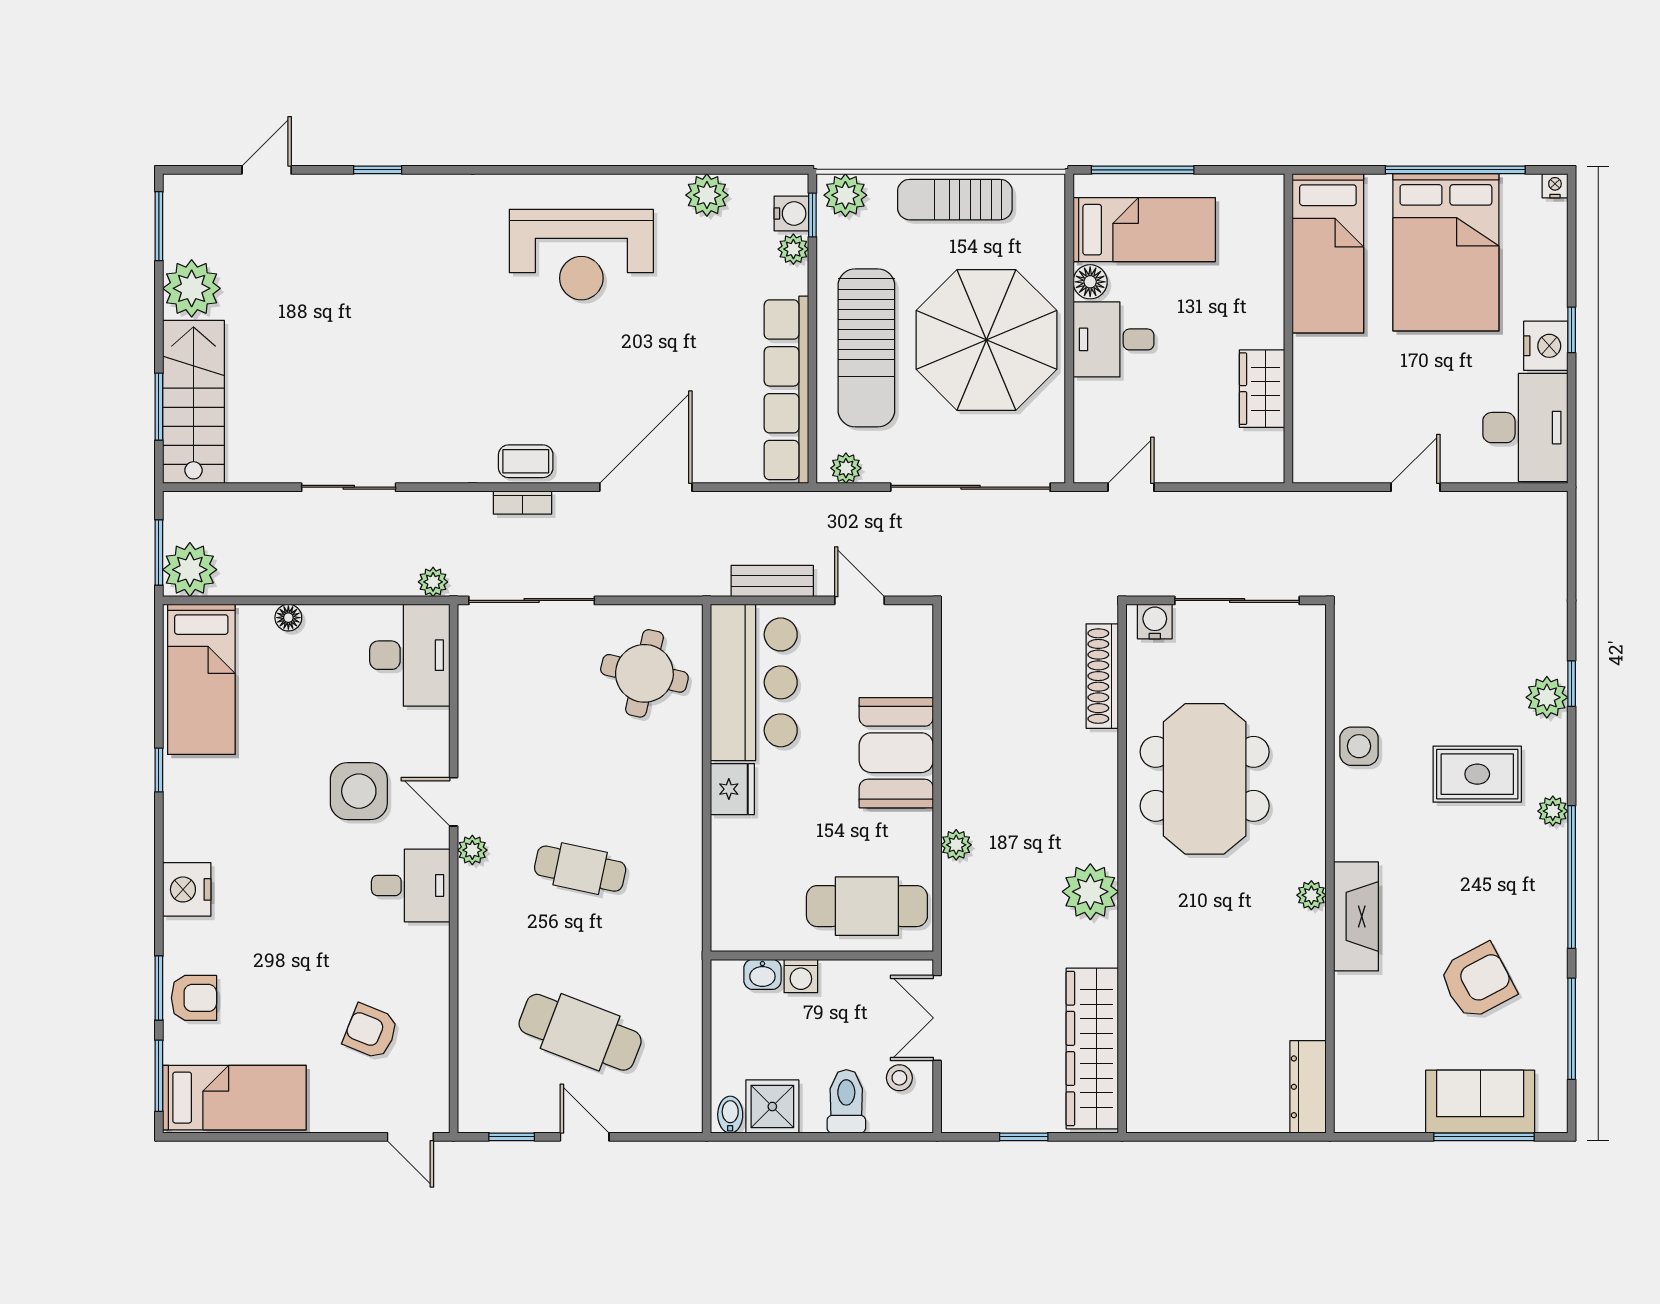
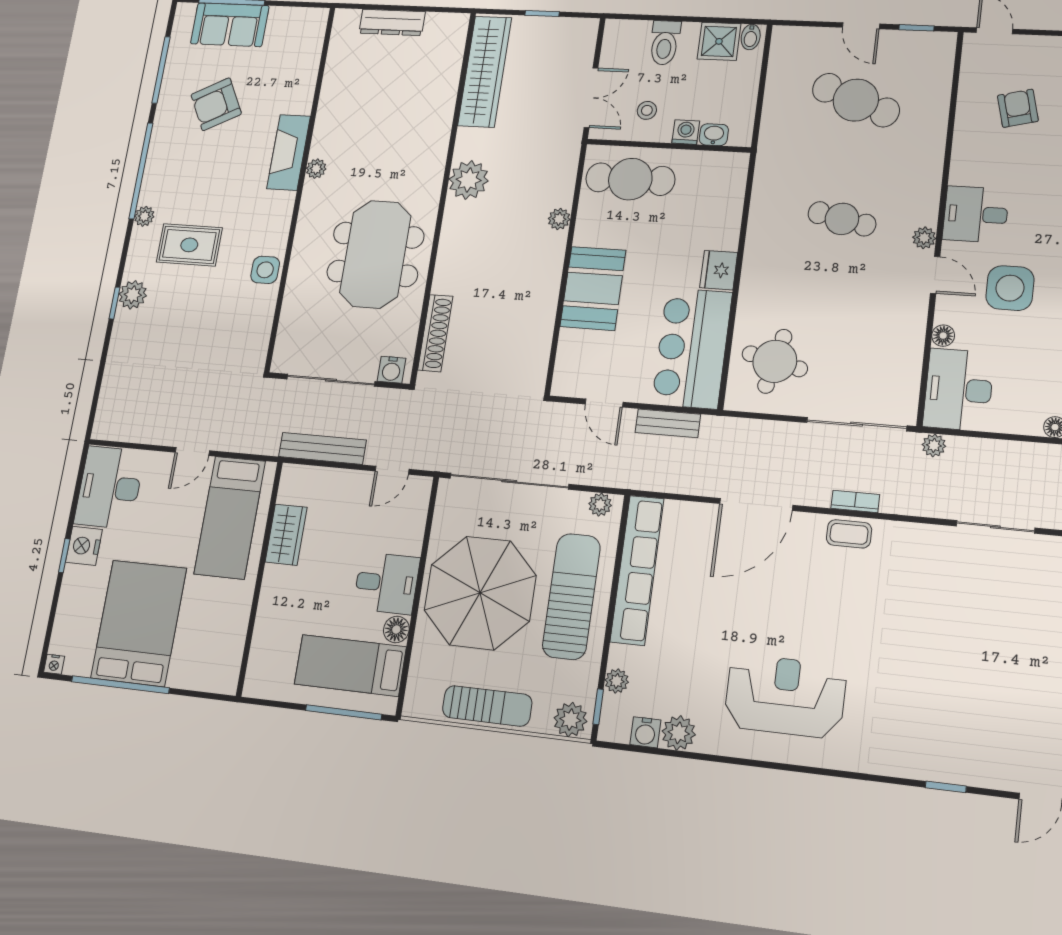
water cooler: (791, 213) -> (645, 732), moved, turned -90
bed: (1328, 253) -> (230, 517), moved, turned 180
bench: (1232, 508) -> (322, 448), added
floor lamp: (436, 723) -> (943, 336), added
armchair: (371, 1031) -> (1018, 108), turned -126
stool: (899, 1078) -> (647, 110), moved
dresser: (1308, 1087) -> (392, 22), moved, turned 90

